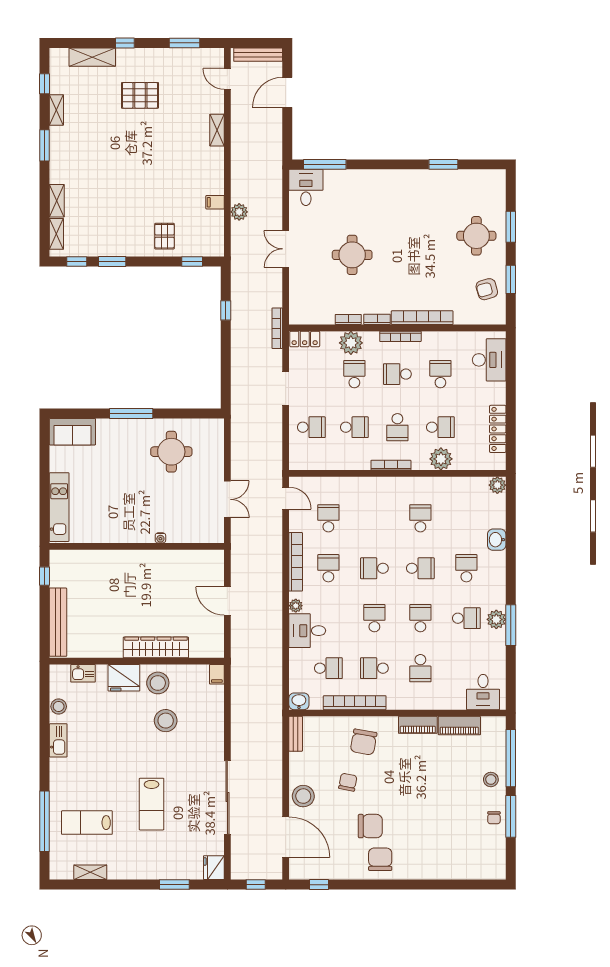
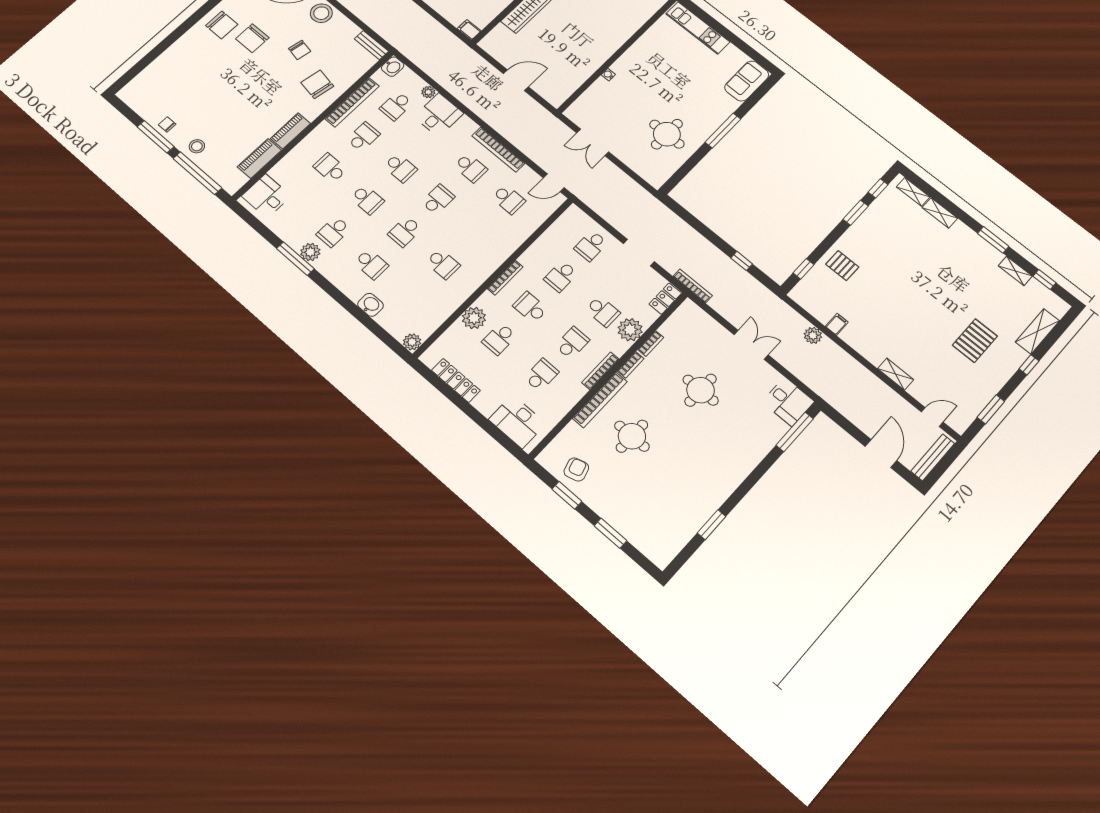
round table: (476, 236) -> (632, 436), moved
school desk: (440, 374) -> (541, 375), turned -90
plant: (296, 606) -> (428, 92), moved

